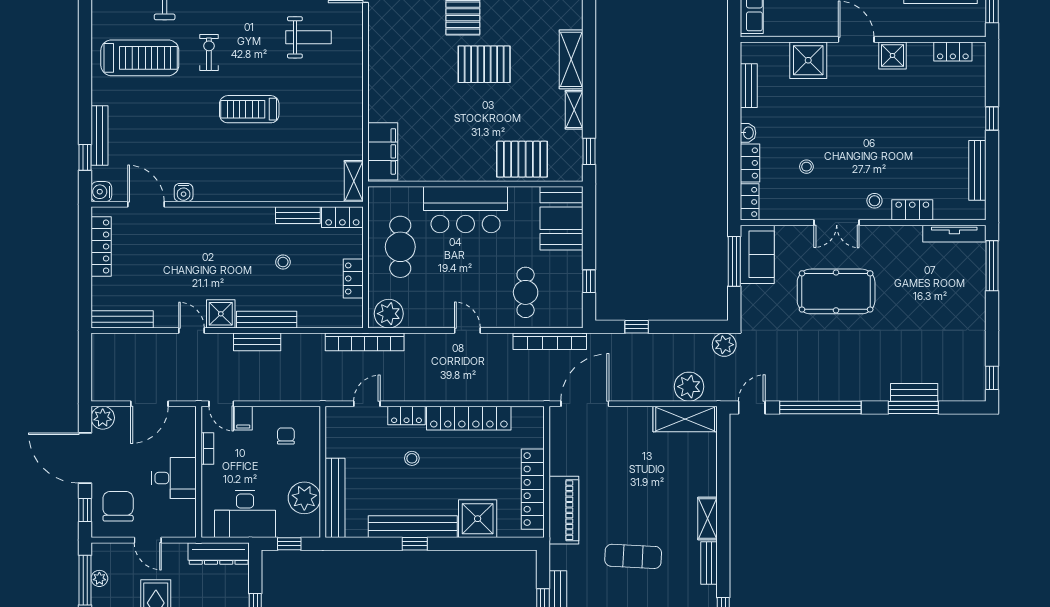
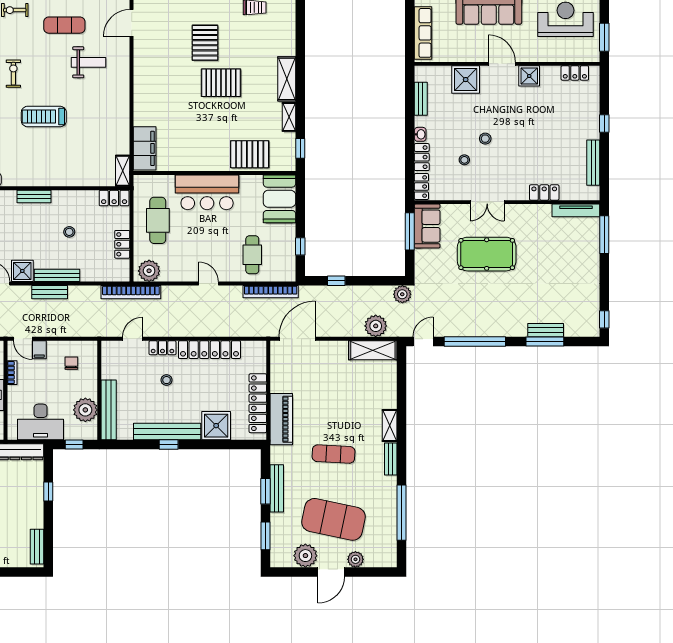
stool: (874, 201) -> (485, 139), moved
bench: (298, 215) -> (34, 197), moved

